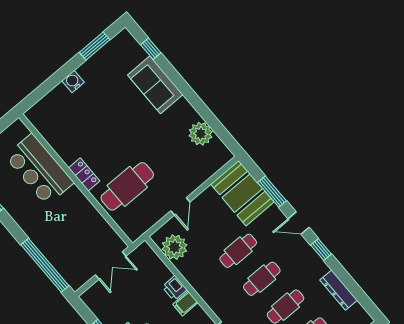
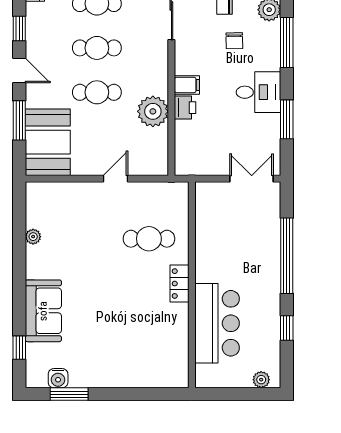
water cooler: (73, 81) -> (58, 378), moved
plant: (201, 134) -> (33, 237), width x0.53, depth x0.53
cafe table: (127, 186) -> (149, 239), width x0.73, depth x0.74
plant: (175, 247) -> (153, 111), moved
window: (45, 265) -> (287, 256), moved
double door: (111, 265) -> (252, 179), moved

